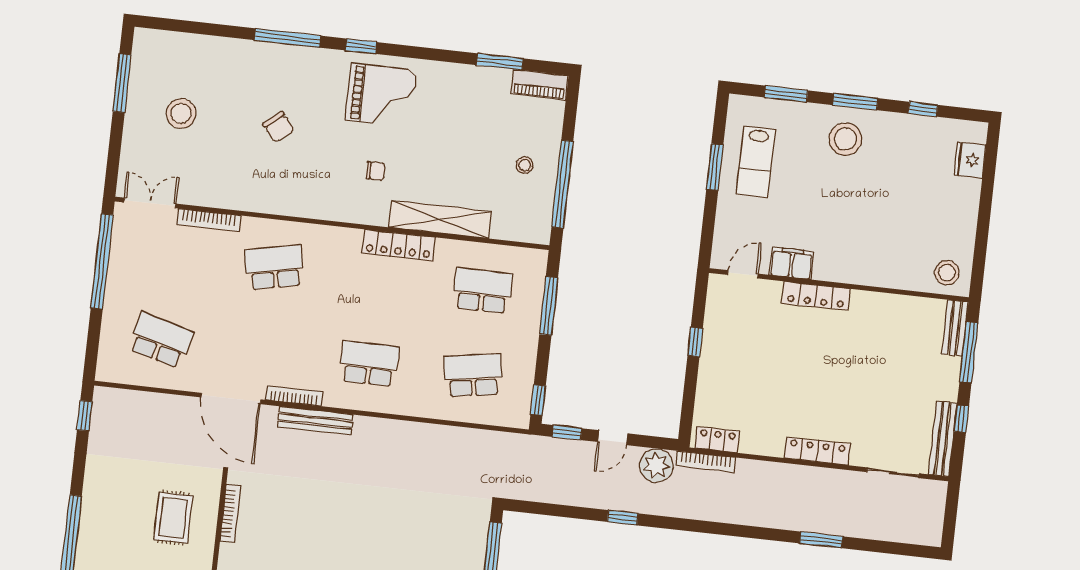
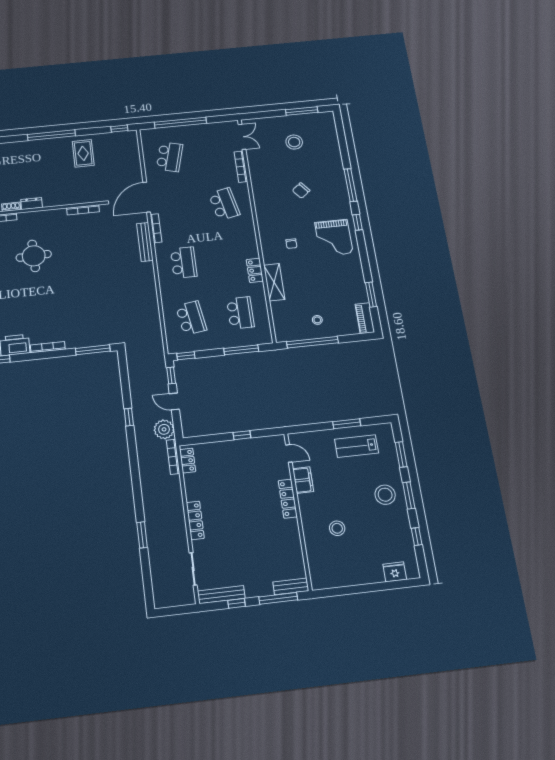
shelving: (440, 219) -> (274, 282), width x0.68
locker: (399, 245) -> (255, 270), width x0.66
window: (102, 261) -> (180, 123), moved
stool: (947, 273) -> (337, 528), moved
rug: (173, 518) -> (83, 153), moved, turned 90

